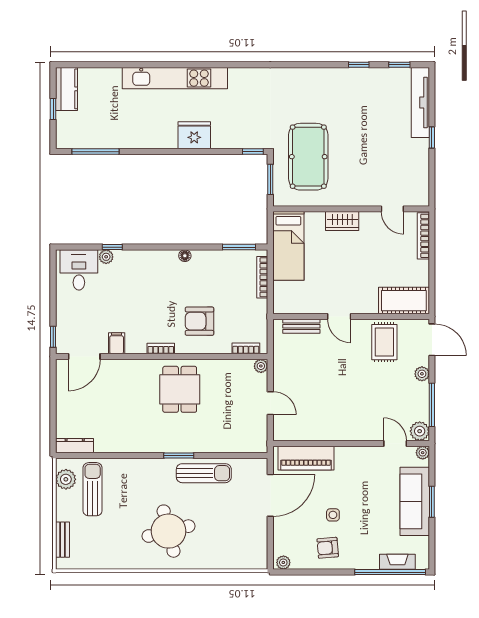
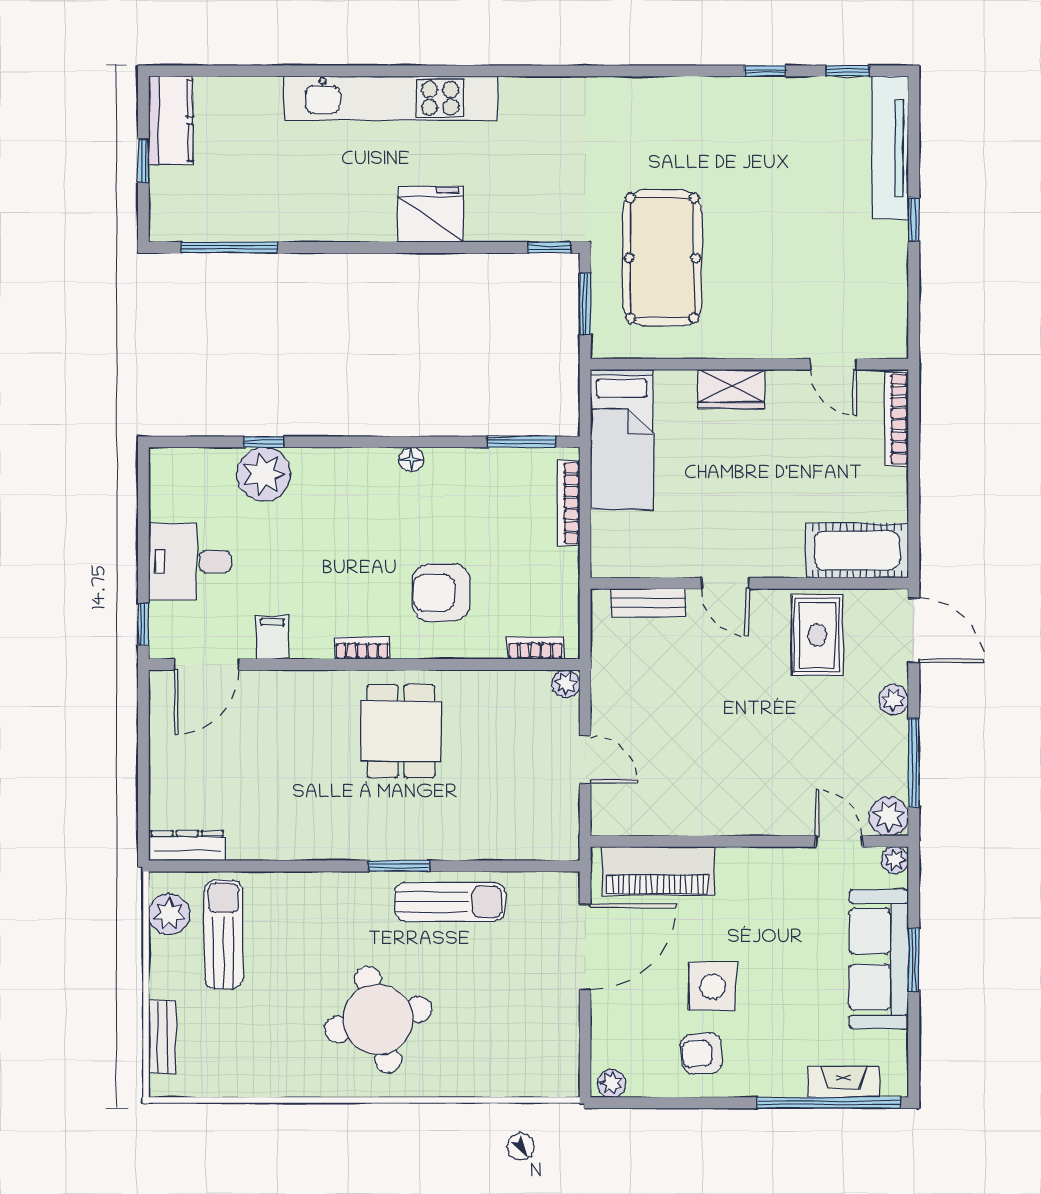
plant: (106, 257) -> (264, 474), width x1.87, depth x1.87
desk: (79, 270) -> (190, 562), moved, turned -90
side table: (333, 515) -> (712, 987), width x1.87, depth x1.87

